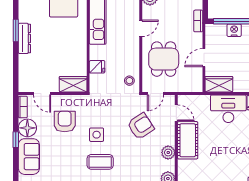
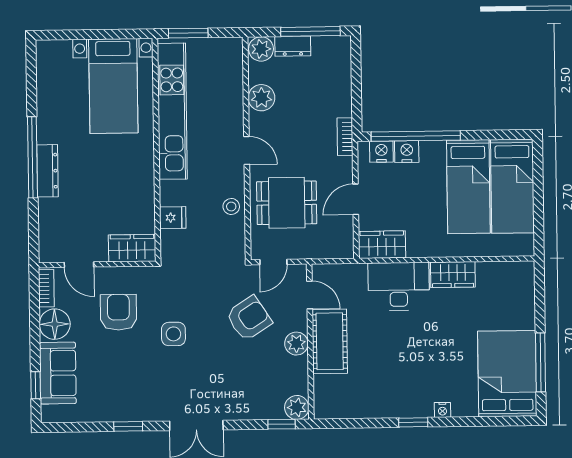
door: (141, 28) -> (247, 150), hinge flipped
nightstand: (219, 30) -> (381, 152), added
window: (16, 31) -> (32, 157), width x2.11
dining table: (164, 59) -> (287, 203), turned 90
stool: (129, 81) -> (231, 206), moved
window: (16, 140) -> (36, 385), moved
plant: (168, 152) -> (296, 344), moved
coffee table: (100, 162) -> (180, 381), removed

